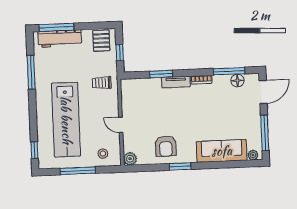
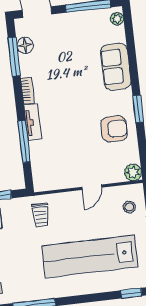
window: (161, 74) -> (24, 142), width x1.44
lab bench: (66, 120) -> (90, 256), turned 180
sofa: (222, 151) -> (116, 67), width x0.73

